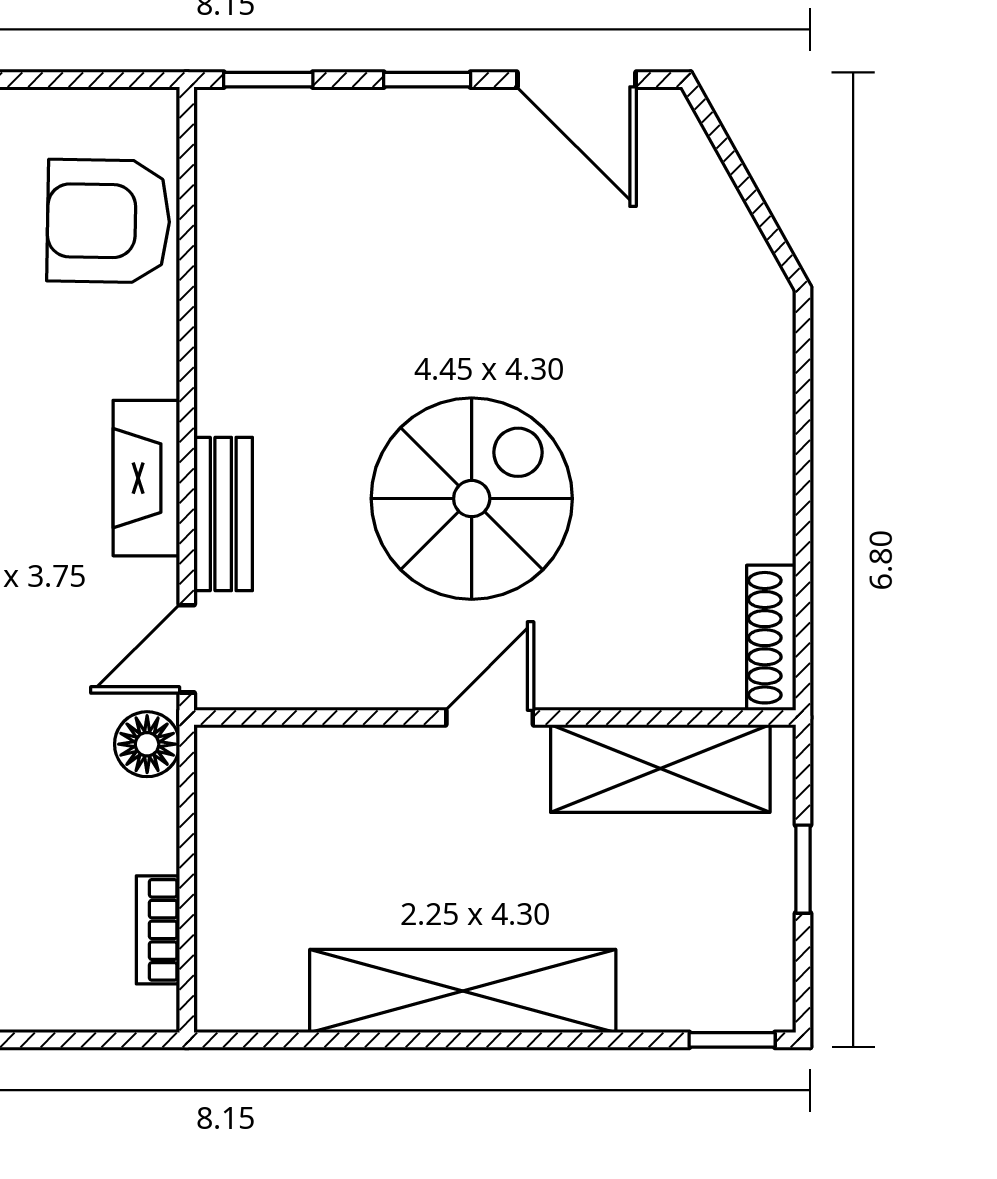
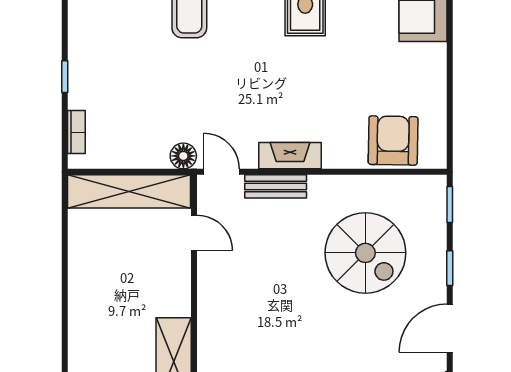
spiral stairs: (472, 499) -> (365, 253), moved
door: (490, 717) -> (194, 233), moved
bookcase: (158, 930) -> (76, 132), moved, turned 90
shelving: (463, 991) -> (129, 191), moved, turned 90

